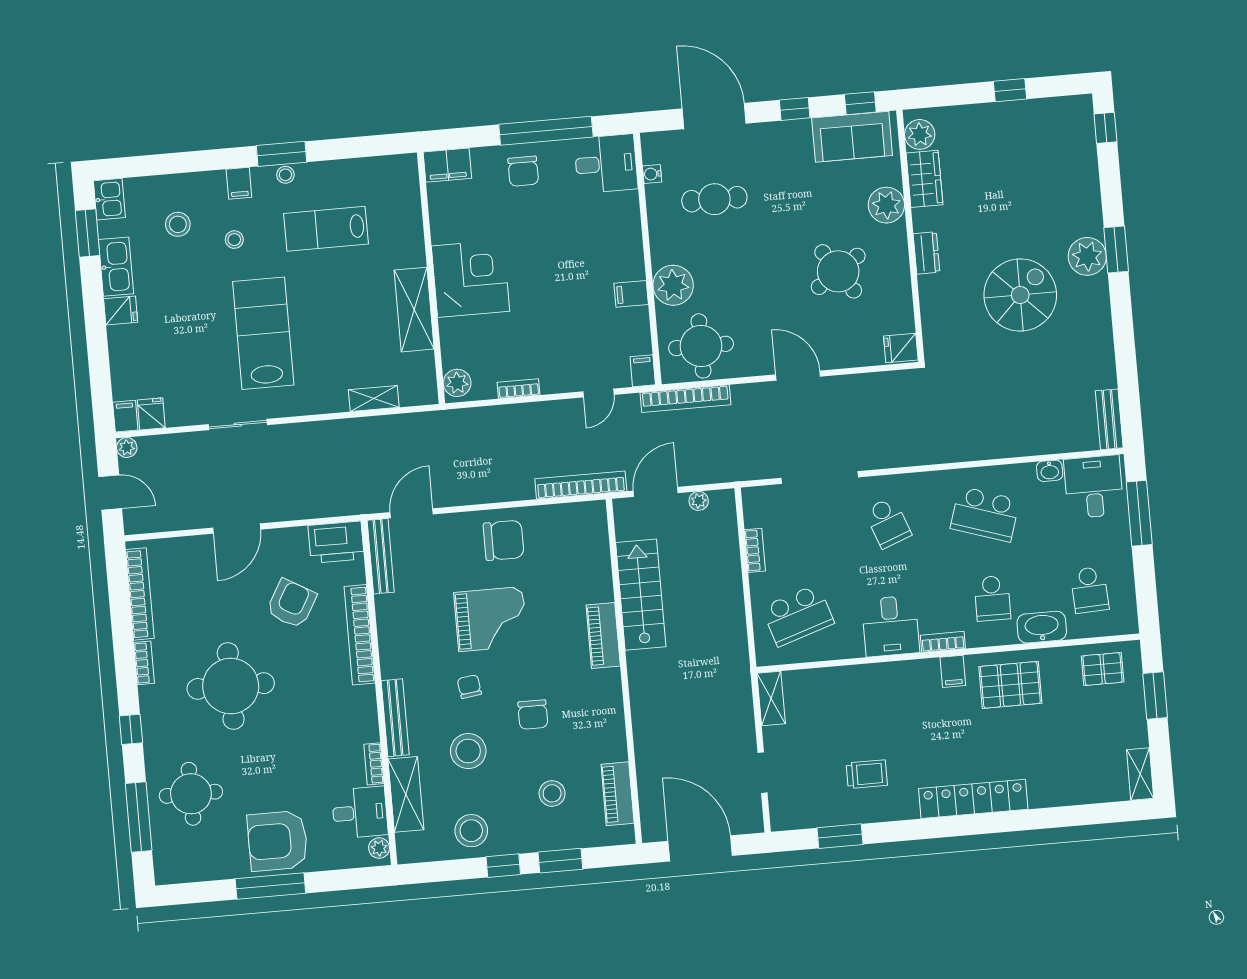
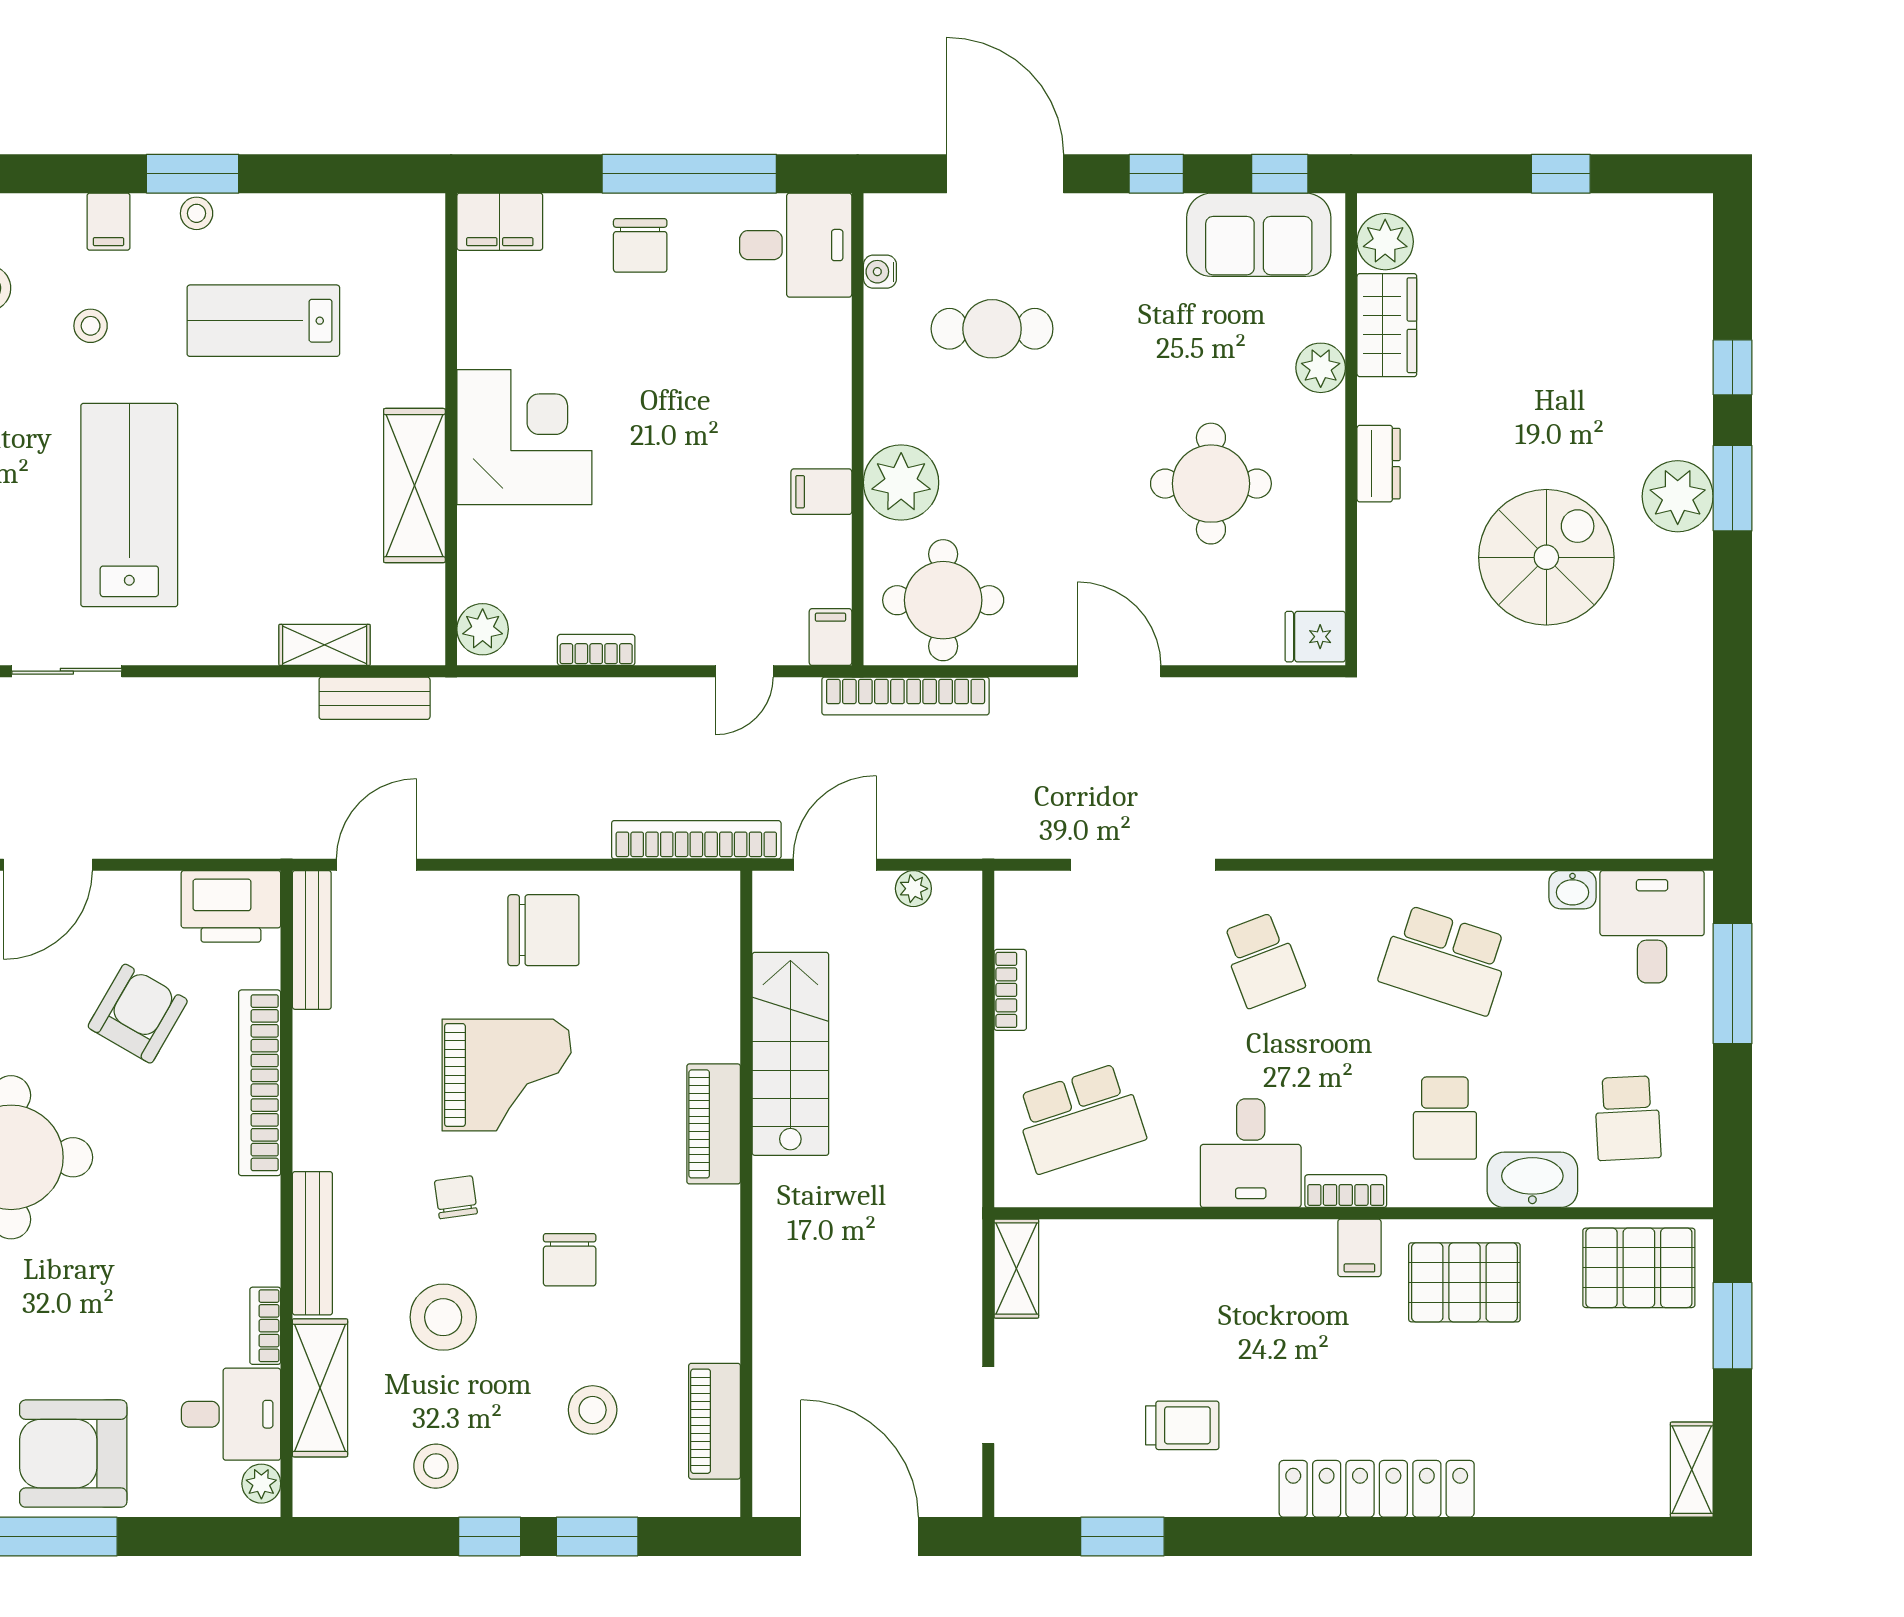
window: (1105, 128) -> (1733, 367), moved
plant: (886, 205) -> (1321, 368), width x0.73, depth x0.73
round table: (838, 271) -> (1211, 484), turned 34
bench: (1109, 419) -> (375, 698), moved, turned 90
pallet: (1103, 669) -> (1639, 1268), width x1.50, depth x1.42
stool: (471, 831) -> (436, 1466), width x0.73, depth x0.73

